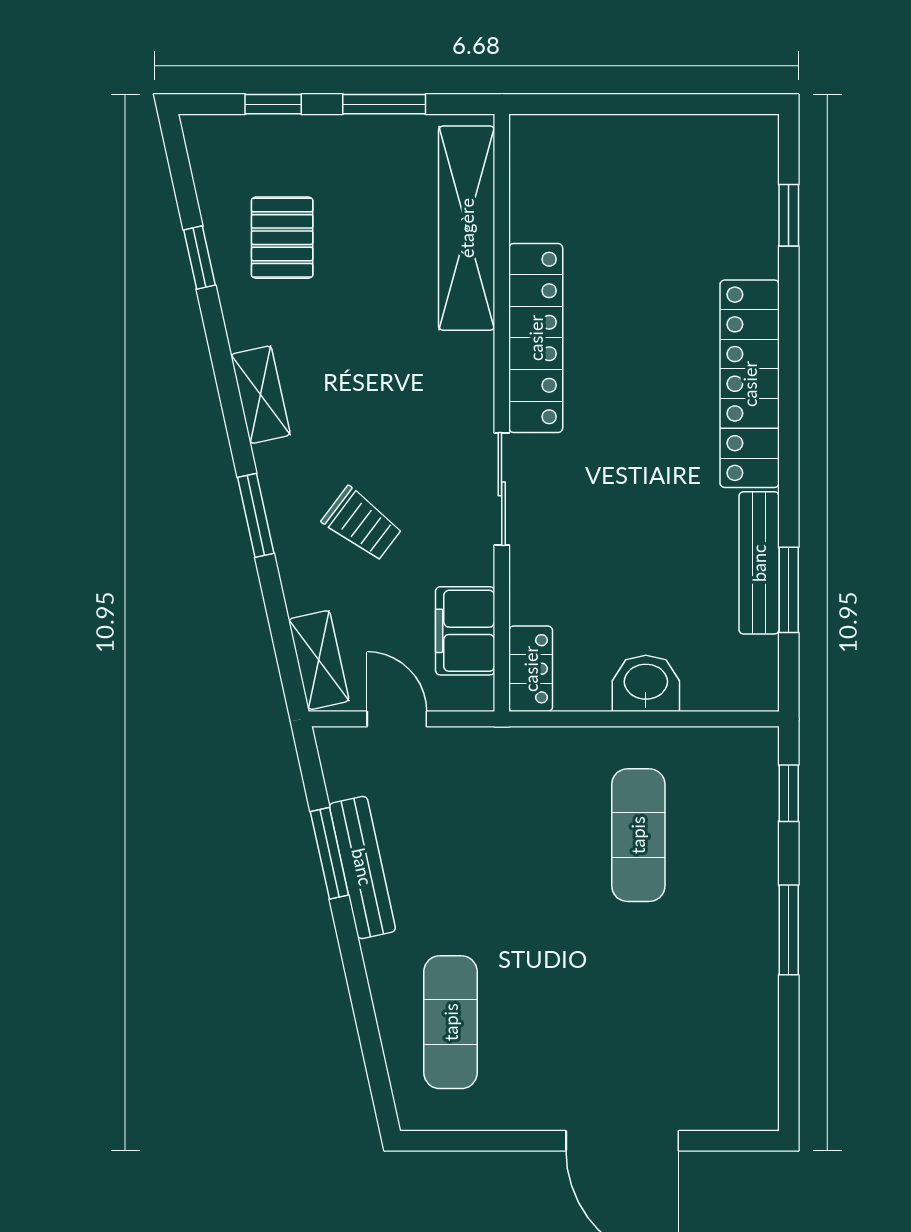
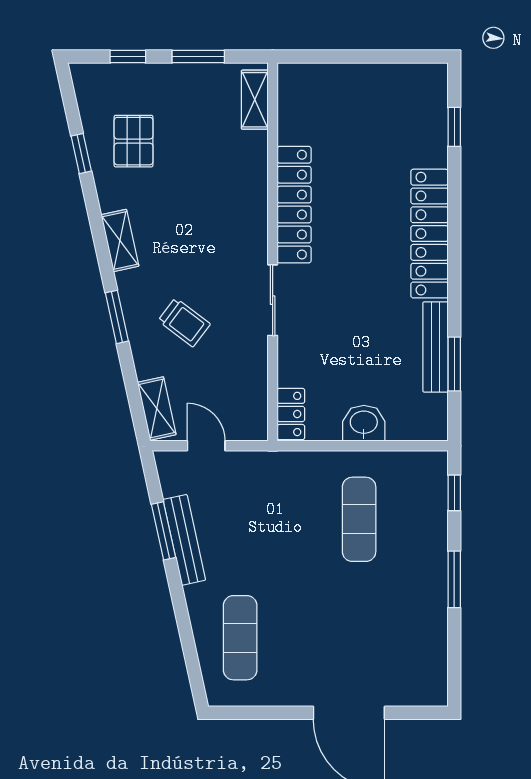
shelving: (467, 228) -> (255, 100), width x0.45, depth x0.75
filing cabinet: (465, 631) -> (249, 390), removed

